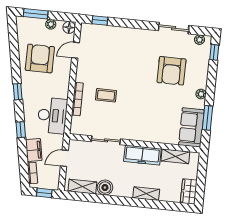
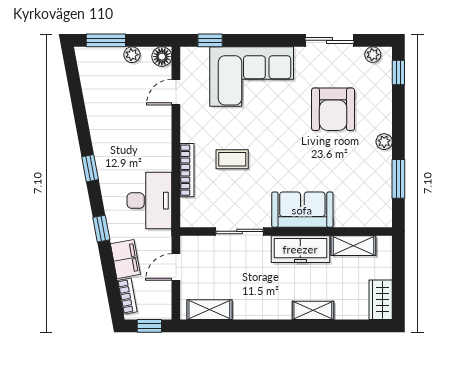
corner sofa: (123, 45) -> (252, 77), added
armchair: (40, 59) -> (120, 111), removed
sofa: (191, 127) -> (302, 210), moved, turned 90
boiler: (105, 188) -> (246, 307), removed

